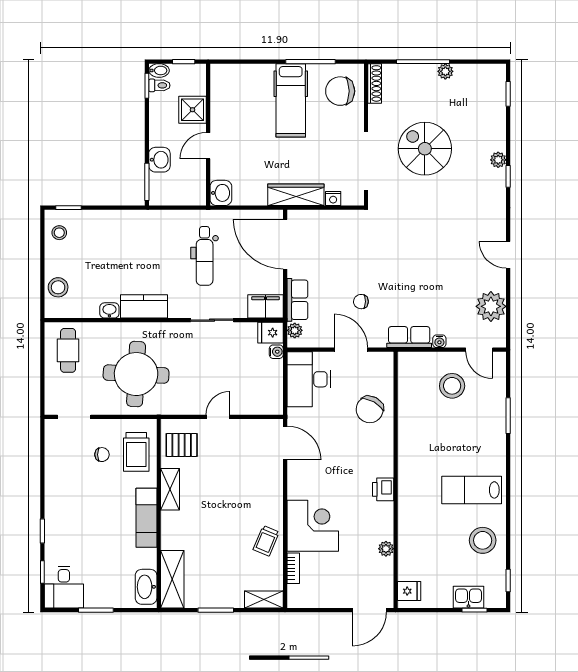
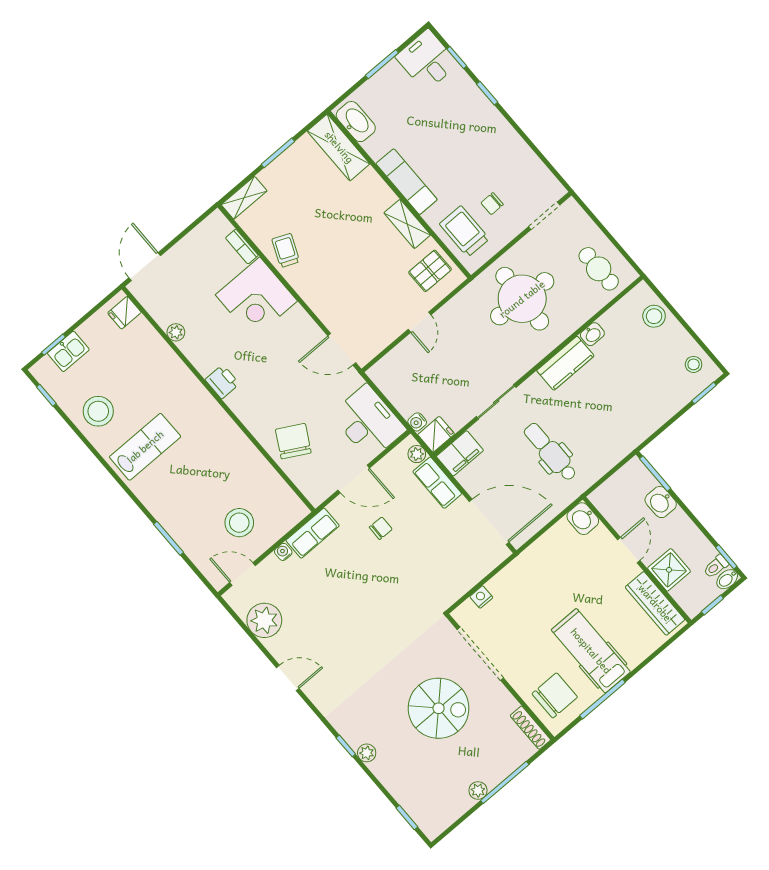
wardrobe: (296, 195) -> (655, 603), moved, turned 90

